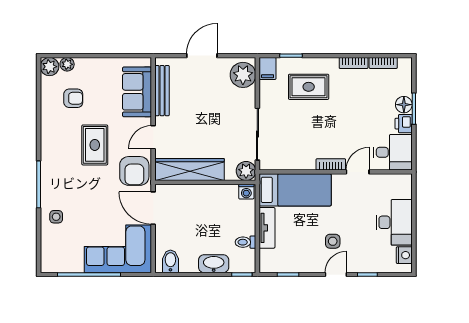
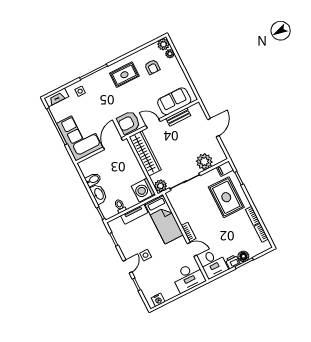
door: (202, 56) -> (213, 128), hinge flipped
plant: (243, 75) -> (204, 162), moved
rug: (309, 87) -> (226, 197), width x1.36, depth x1.43
bench: (162, 91) -> (178, 117), width x0.73
rug: (95, 145) -> (124, 75), moved
washing machine: (246, 192) -> (143, 190), width x1.89, depth x1.89
desk: (394, 222) -> (188, 277), moved
fireplace: (48, 255) -> (56, 97), added
bidet: (170, 261) -> (93, 180), moved
door: (336, 275) -> (128, 266), hinge flipped

